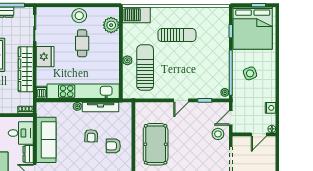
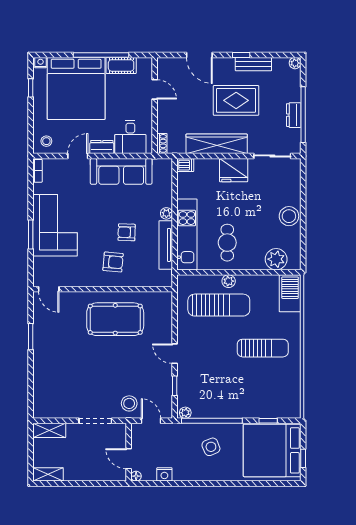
sun lounger: (177, 35) -> (263, 348), turned -90
cafe table: (82, 43) -> (227, 243), moved, turned 90
kitchen unit: (83, 91) -> (187, 234), width x0.73
armchair: (113, 146) -> (113, 262), turned 95

